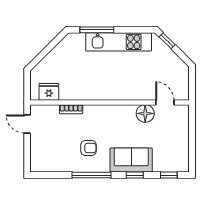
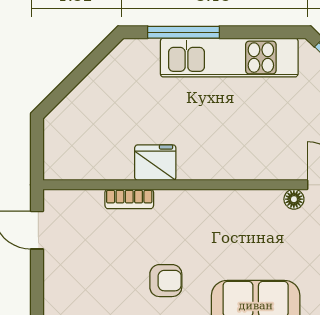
fridge: (49, 92) -> (155, 163), moved
floor lamp: (145, 113) -> (294, 199), width x0.53, depth x0.53

